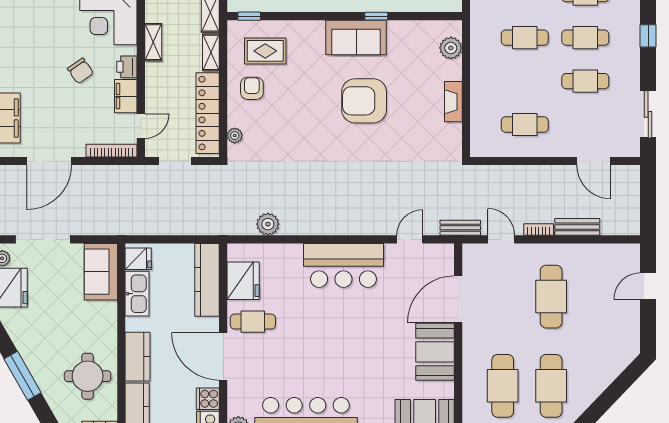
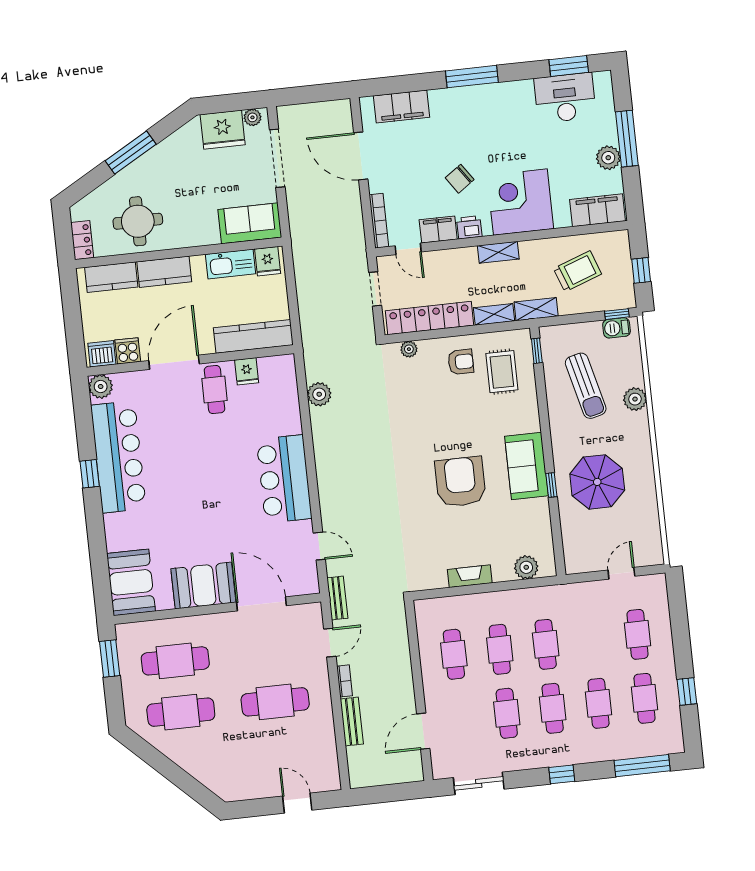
cafe table: (525, 81) -> (500, 649), added
fridge: (243, 281) -> (247, 371), width x0.53, depth x0.75

